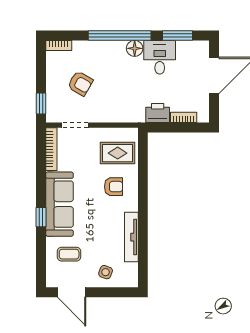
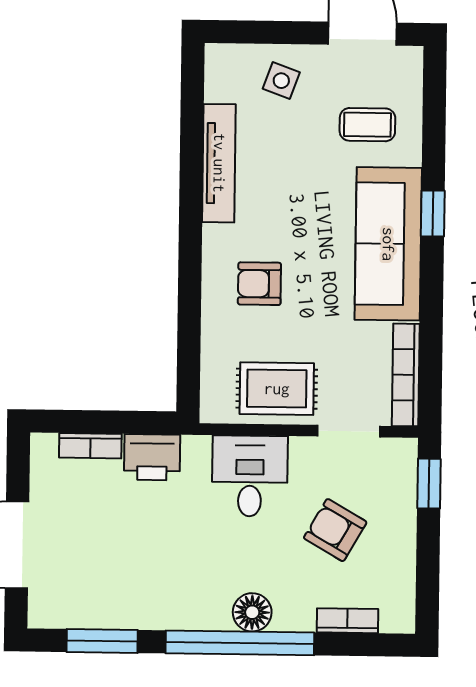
bookcase: (59, 45) -> (347, 621), moved
floor lamp: (135, 48) -> (252, 612), moved
desk: (160, 57) -> (250, 476), moved, turned 180
rug: (118, 153) -> (277, 389), moved

